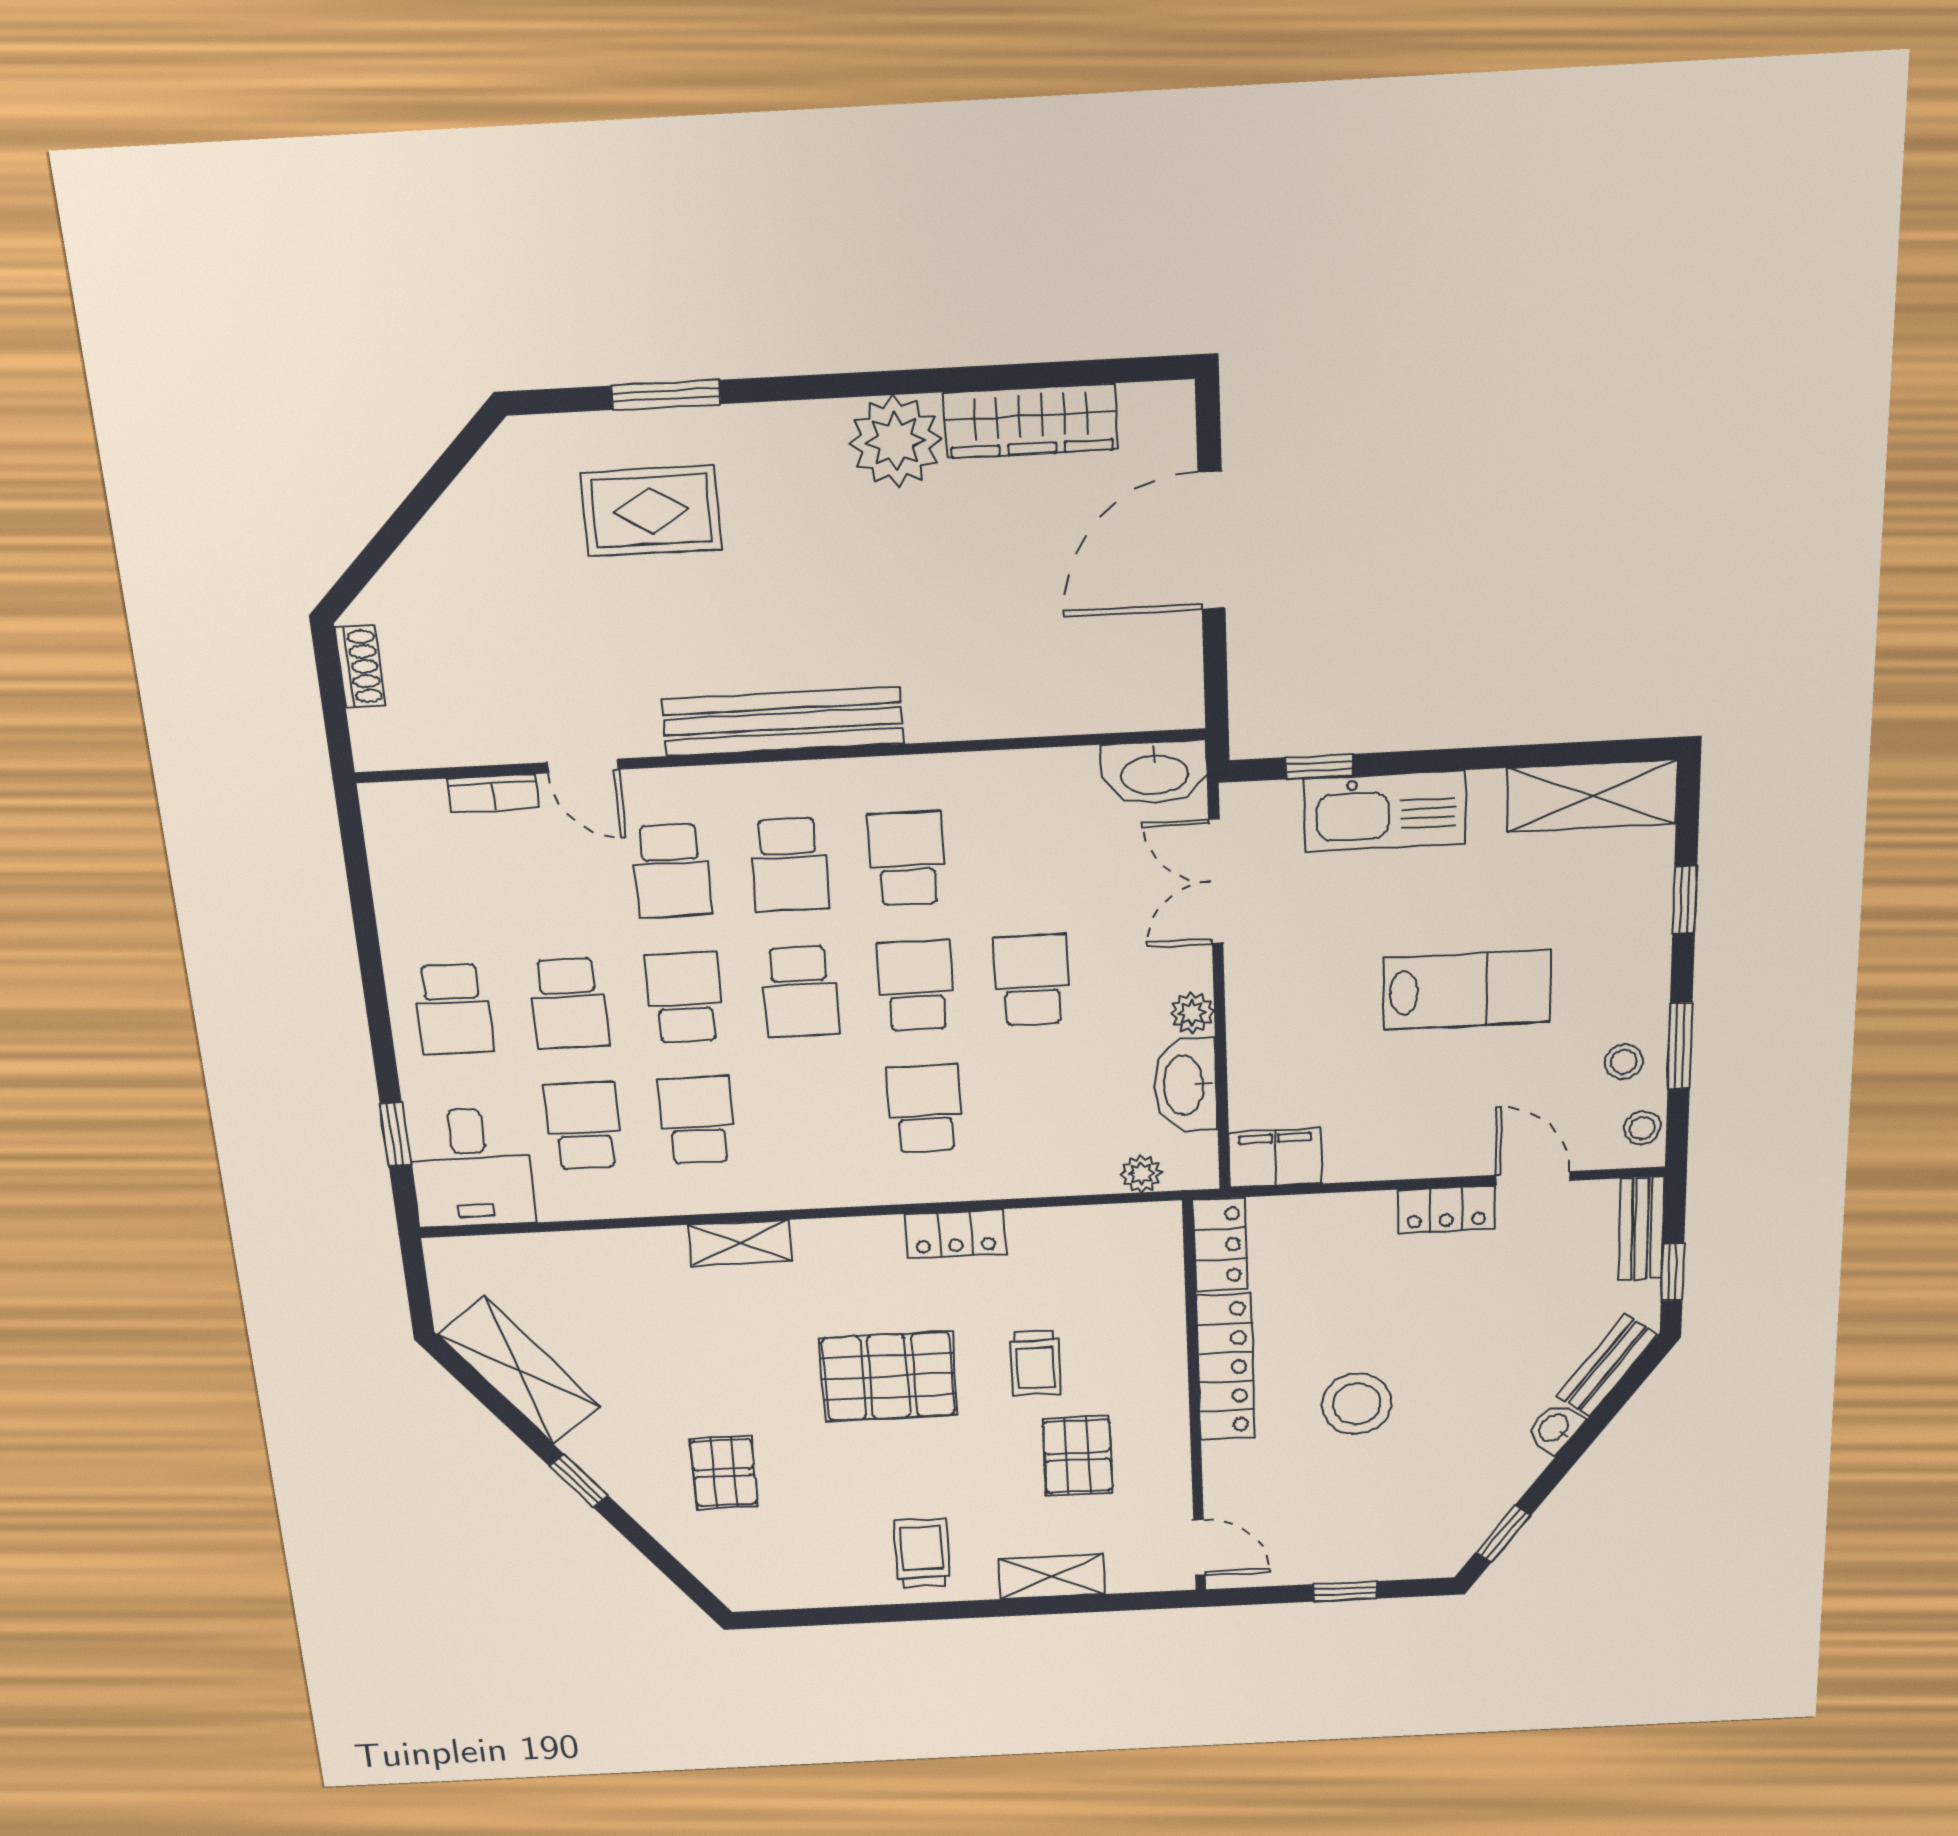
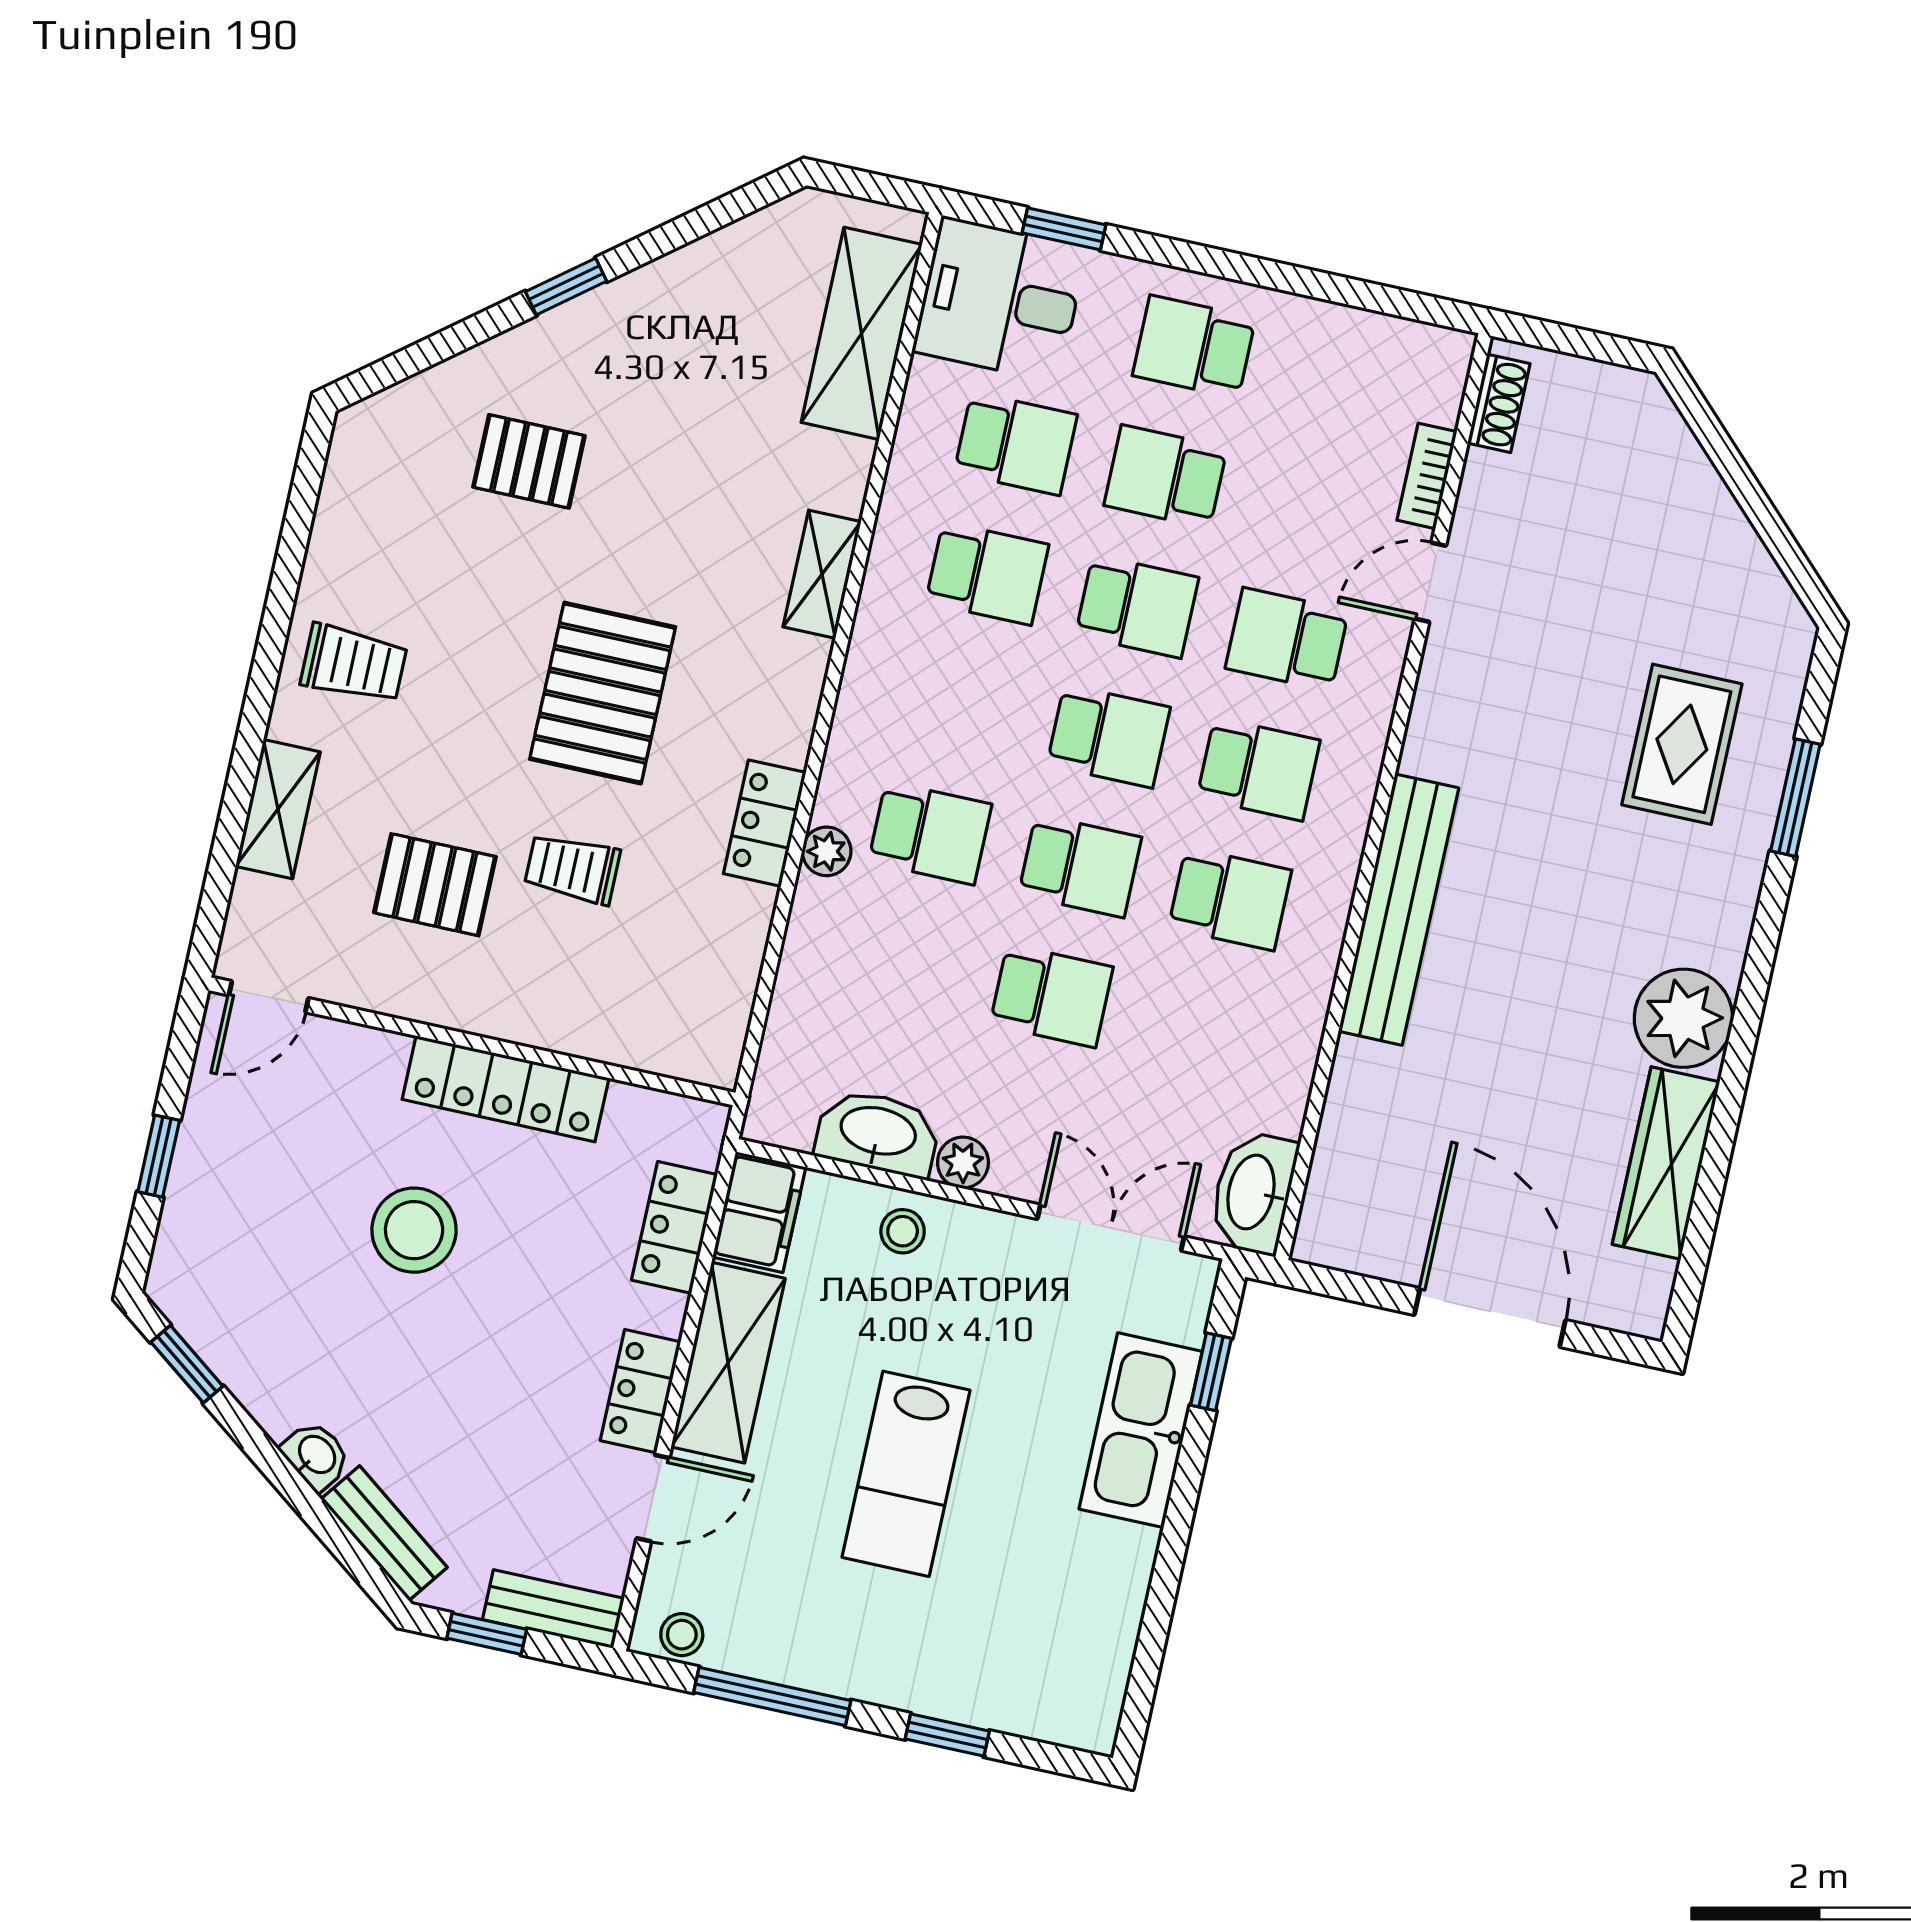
shoe rack: (360, 667) -> (1499, 403), moved, turned -90
bench: (783, 721) -> (1399, 910), moved
shelving: (1592, 796) -> (728, 1363), moved
school desk: (789, 865) -> (1258, 769), turned 180
school desk: (800, 992) -> (1109, 736), turned 180
window: (1680, 1046) -> (772, 1697), width x1.44
stool: (1624, 1062) -> (903, 1231), moved
plant: (1142, 1174) -> (827, 851), moved
locker: (1220, 1245) -> (674, 1227), moved, turned 90
shelving: (519, 1371) -> (862, 333), moved, turned -52

